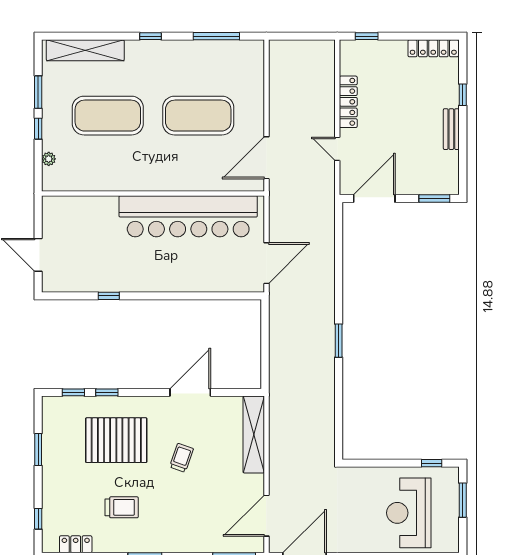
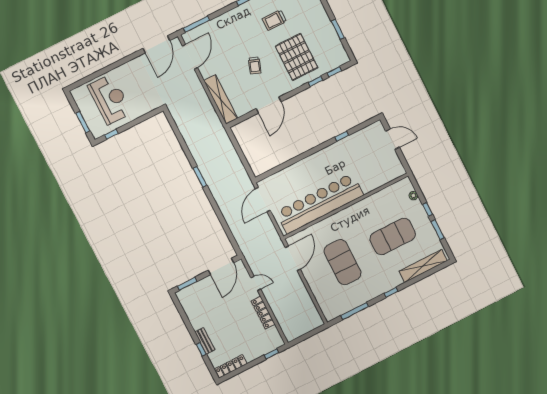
exercise mat: (198, 116) -> (343, 262), turned 90
bench: (451, 129) -> (205, 341), moved
pallet: (116, 440) -> (297, 57), turned 90

